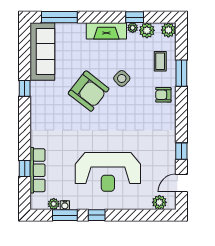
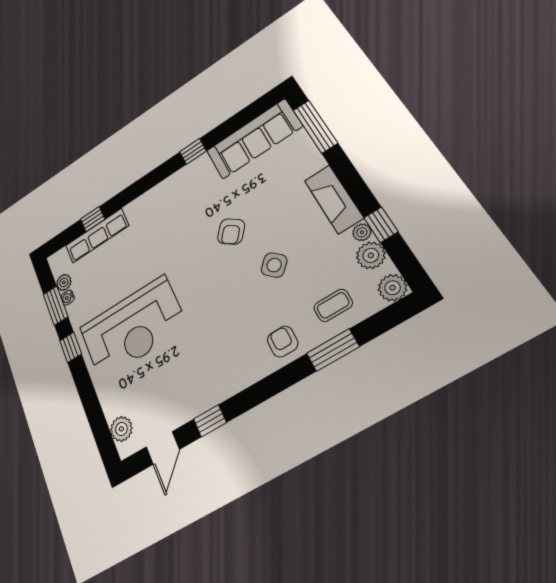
armchair: (89, 91) -> (231, 232), width x0.53, depth x0.53
reception desk: (108, 172) -> (133, 328), turned -90
door: (181, 183) -> (163, 448), swing flipped

